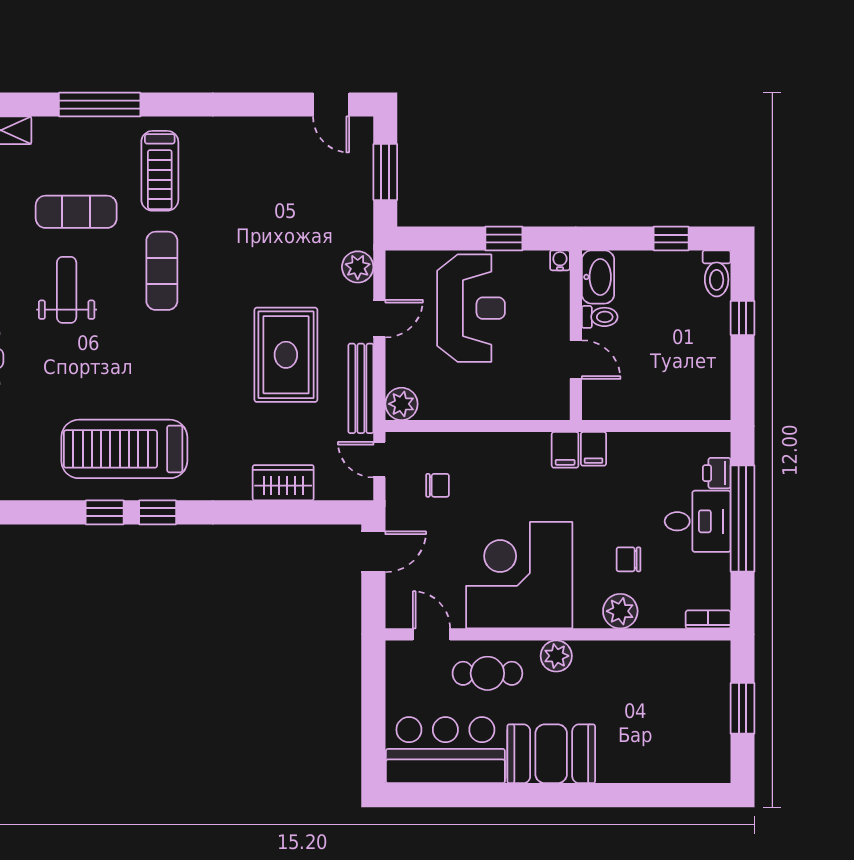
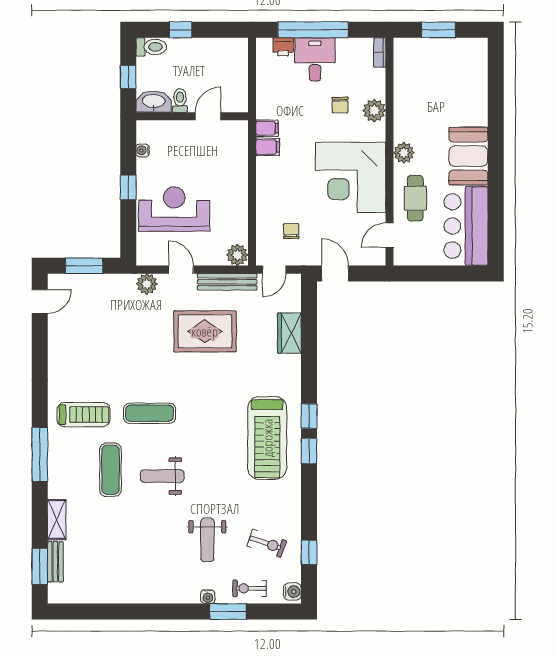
washbasin: (598, 277) -> (154, 102), moved
toilet: (600, 317) -> (180, 100), moved
wall: (576, 335) -> (192, 116), moved
door: (576, 360) -> (208, 116), moved

